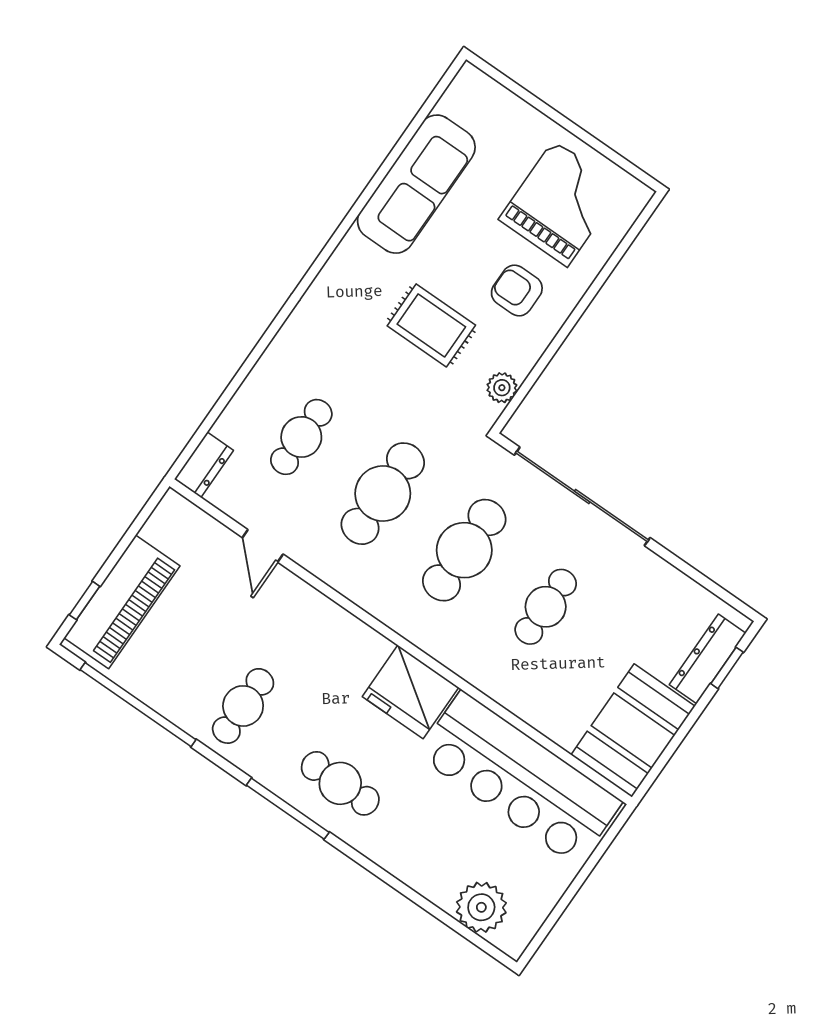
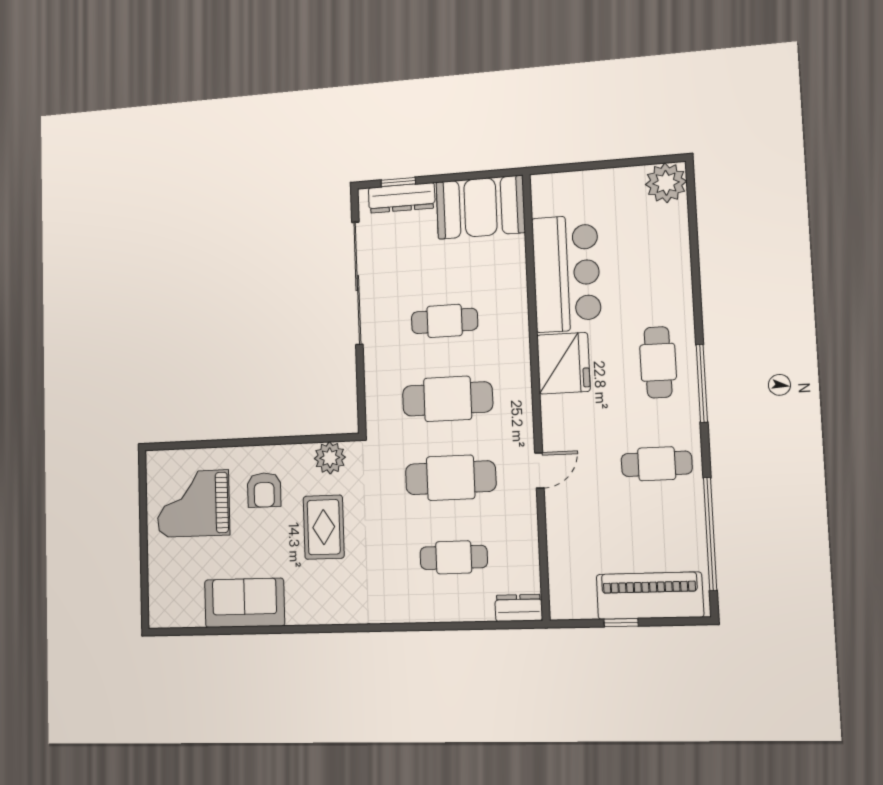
sofa: (416, 184) -> (245, 603), width x0.73
plant: (502, 388) -> (330, 458), width x1.38, depth x1.38
sliding door: (582, 496) -> (357, 283), moved
door: (263, 546) -> (539, 470), moved
window: (85, 601) -> (621, 623), moved
bar counter: (519, 778) -> (566, 273), width x0.73
plant: (481, 907) -> (666, 183), moved

